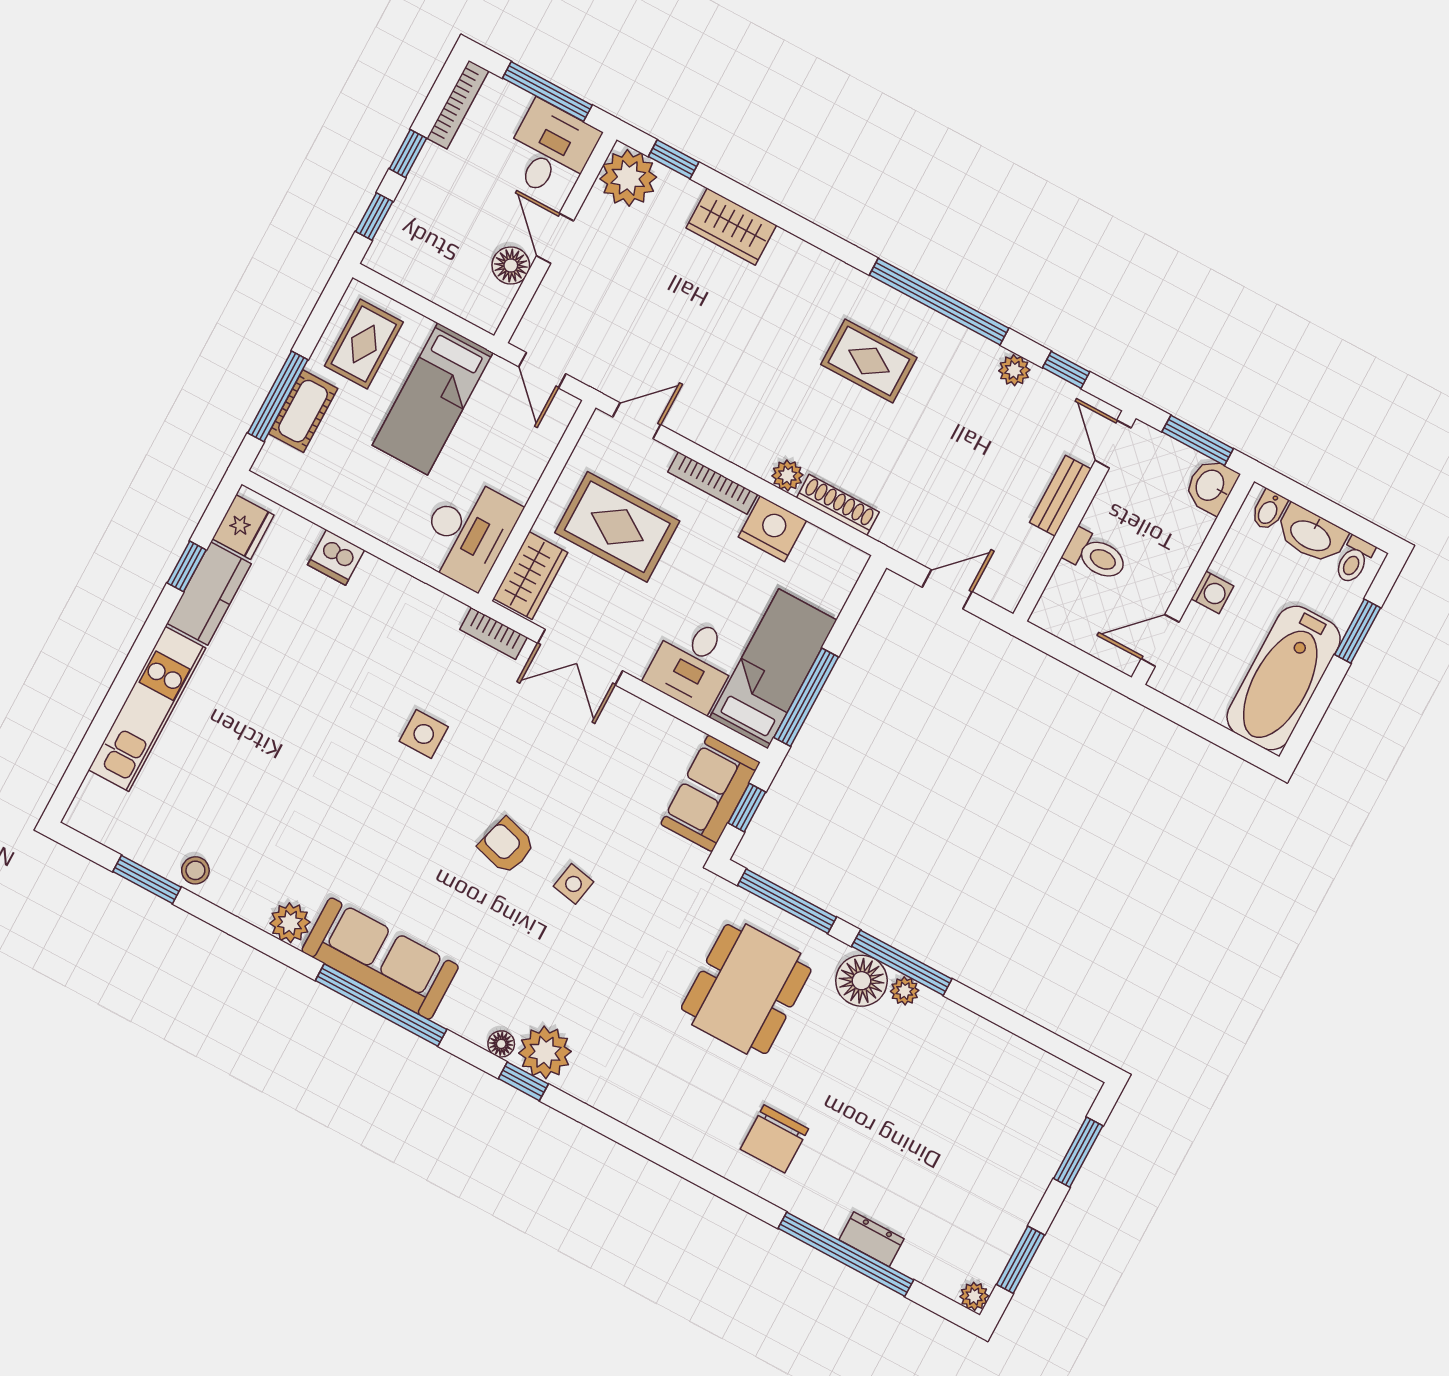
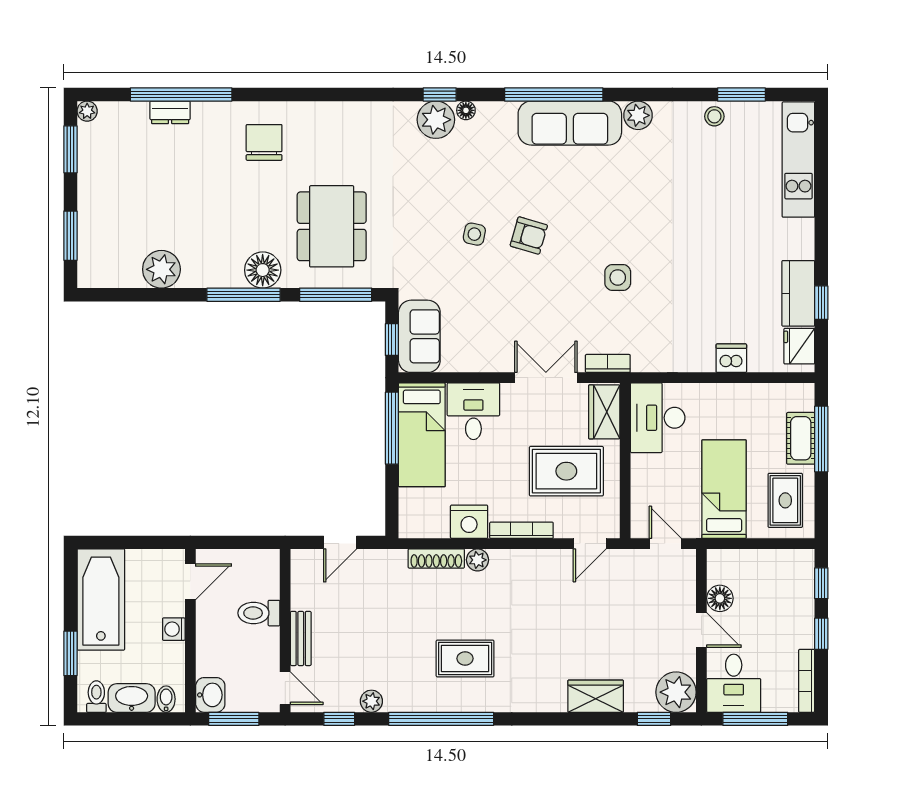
kitchen unit: (147, 709) -> (798, 160), moved
plant: (905, 991) -> (161, 269), moved, width x1.87, depth x1.87

